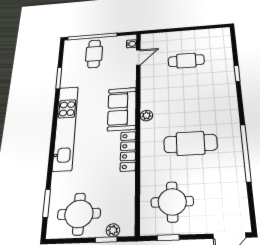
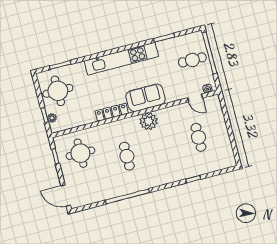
plant: (146, 116) -> (149, 121), width x1.87, depth x1.87
cafe table: (190, 143) -> (127, 156), width x0.73, depth x0.74

